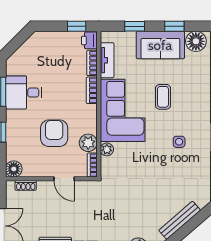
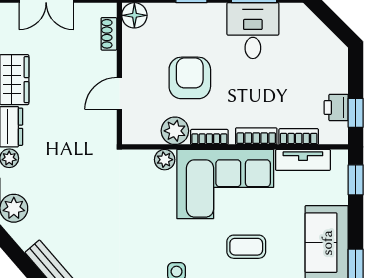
window: (135, 26) -> (356, 180), moved
printer: (89, 40) -> (336, 108), moved, turned -90
armchair: (54, 133) -> (190, 78), turned -90
bookcase: (92, 165) -> (209, 137), moved

